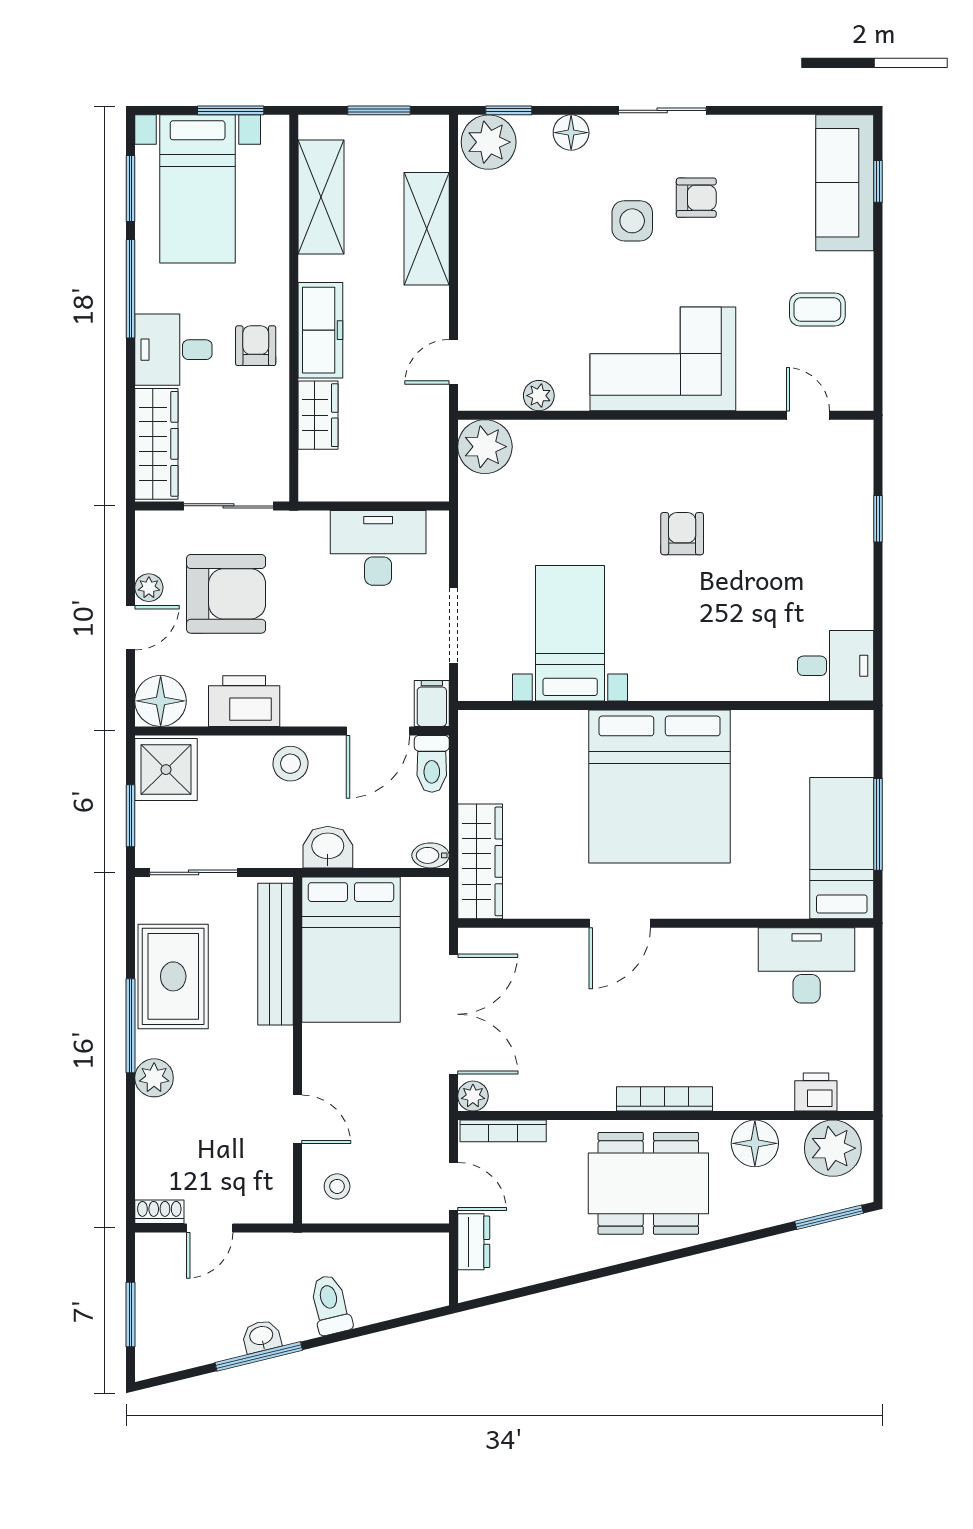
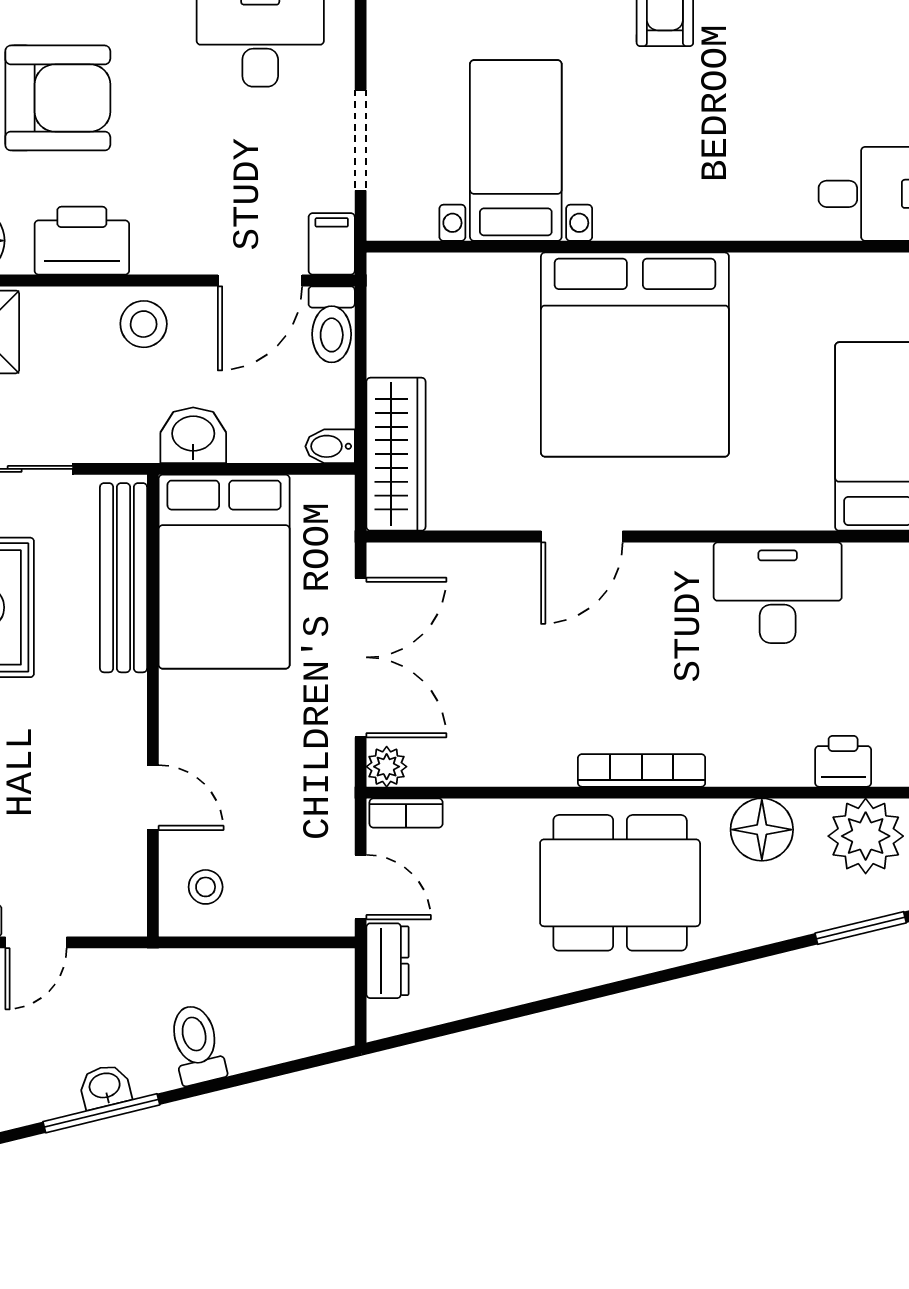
desk: (807, 965) -> (778, 593), moved
bookcase: (503, 1131) -> (406, 813), width x0.64

